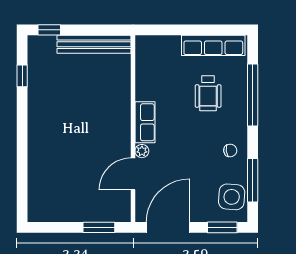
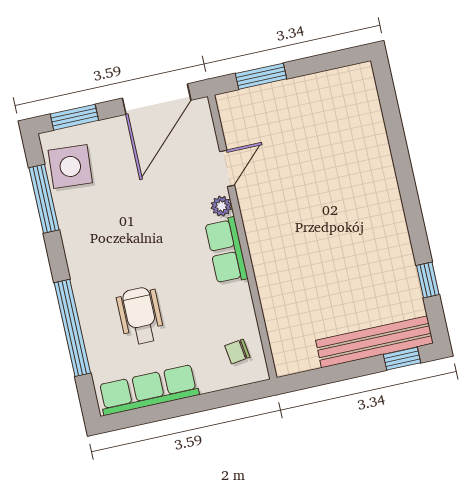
bench: (94, 44) -> (374, 342), moved
chair: (230, 150) -> (237, 352), moved
door: (133, 174) -> (227, 168), width x0.73

